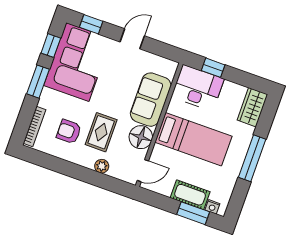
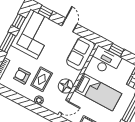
door: (132, 39) -> (69, 25), hinge flipped
sofa: (151, 100) -> (81, 54), moved

